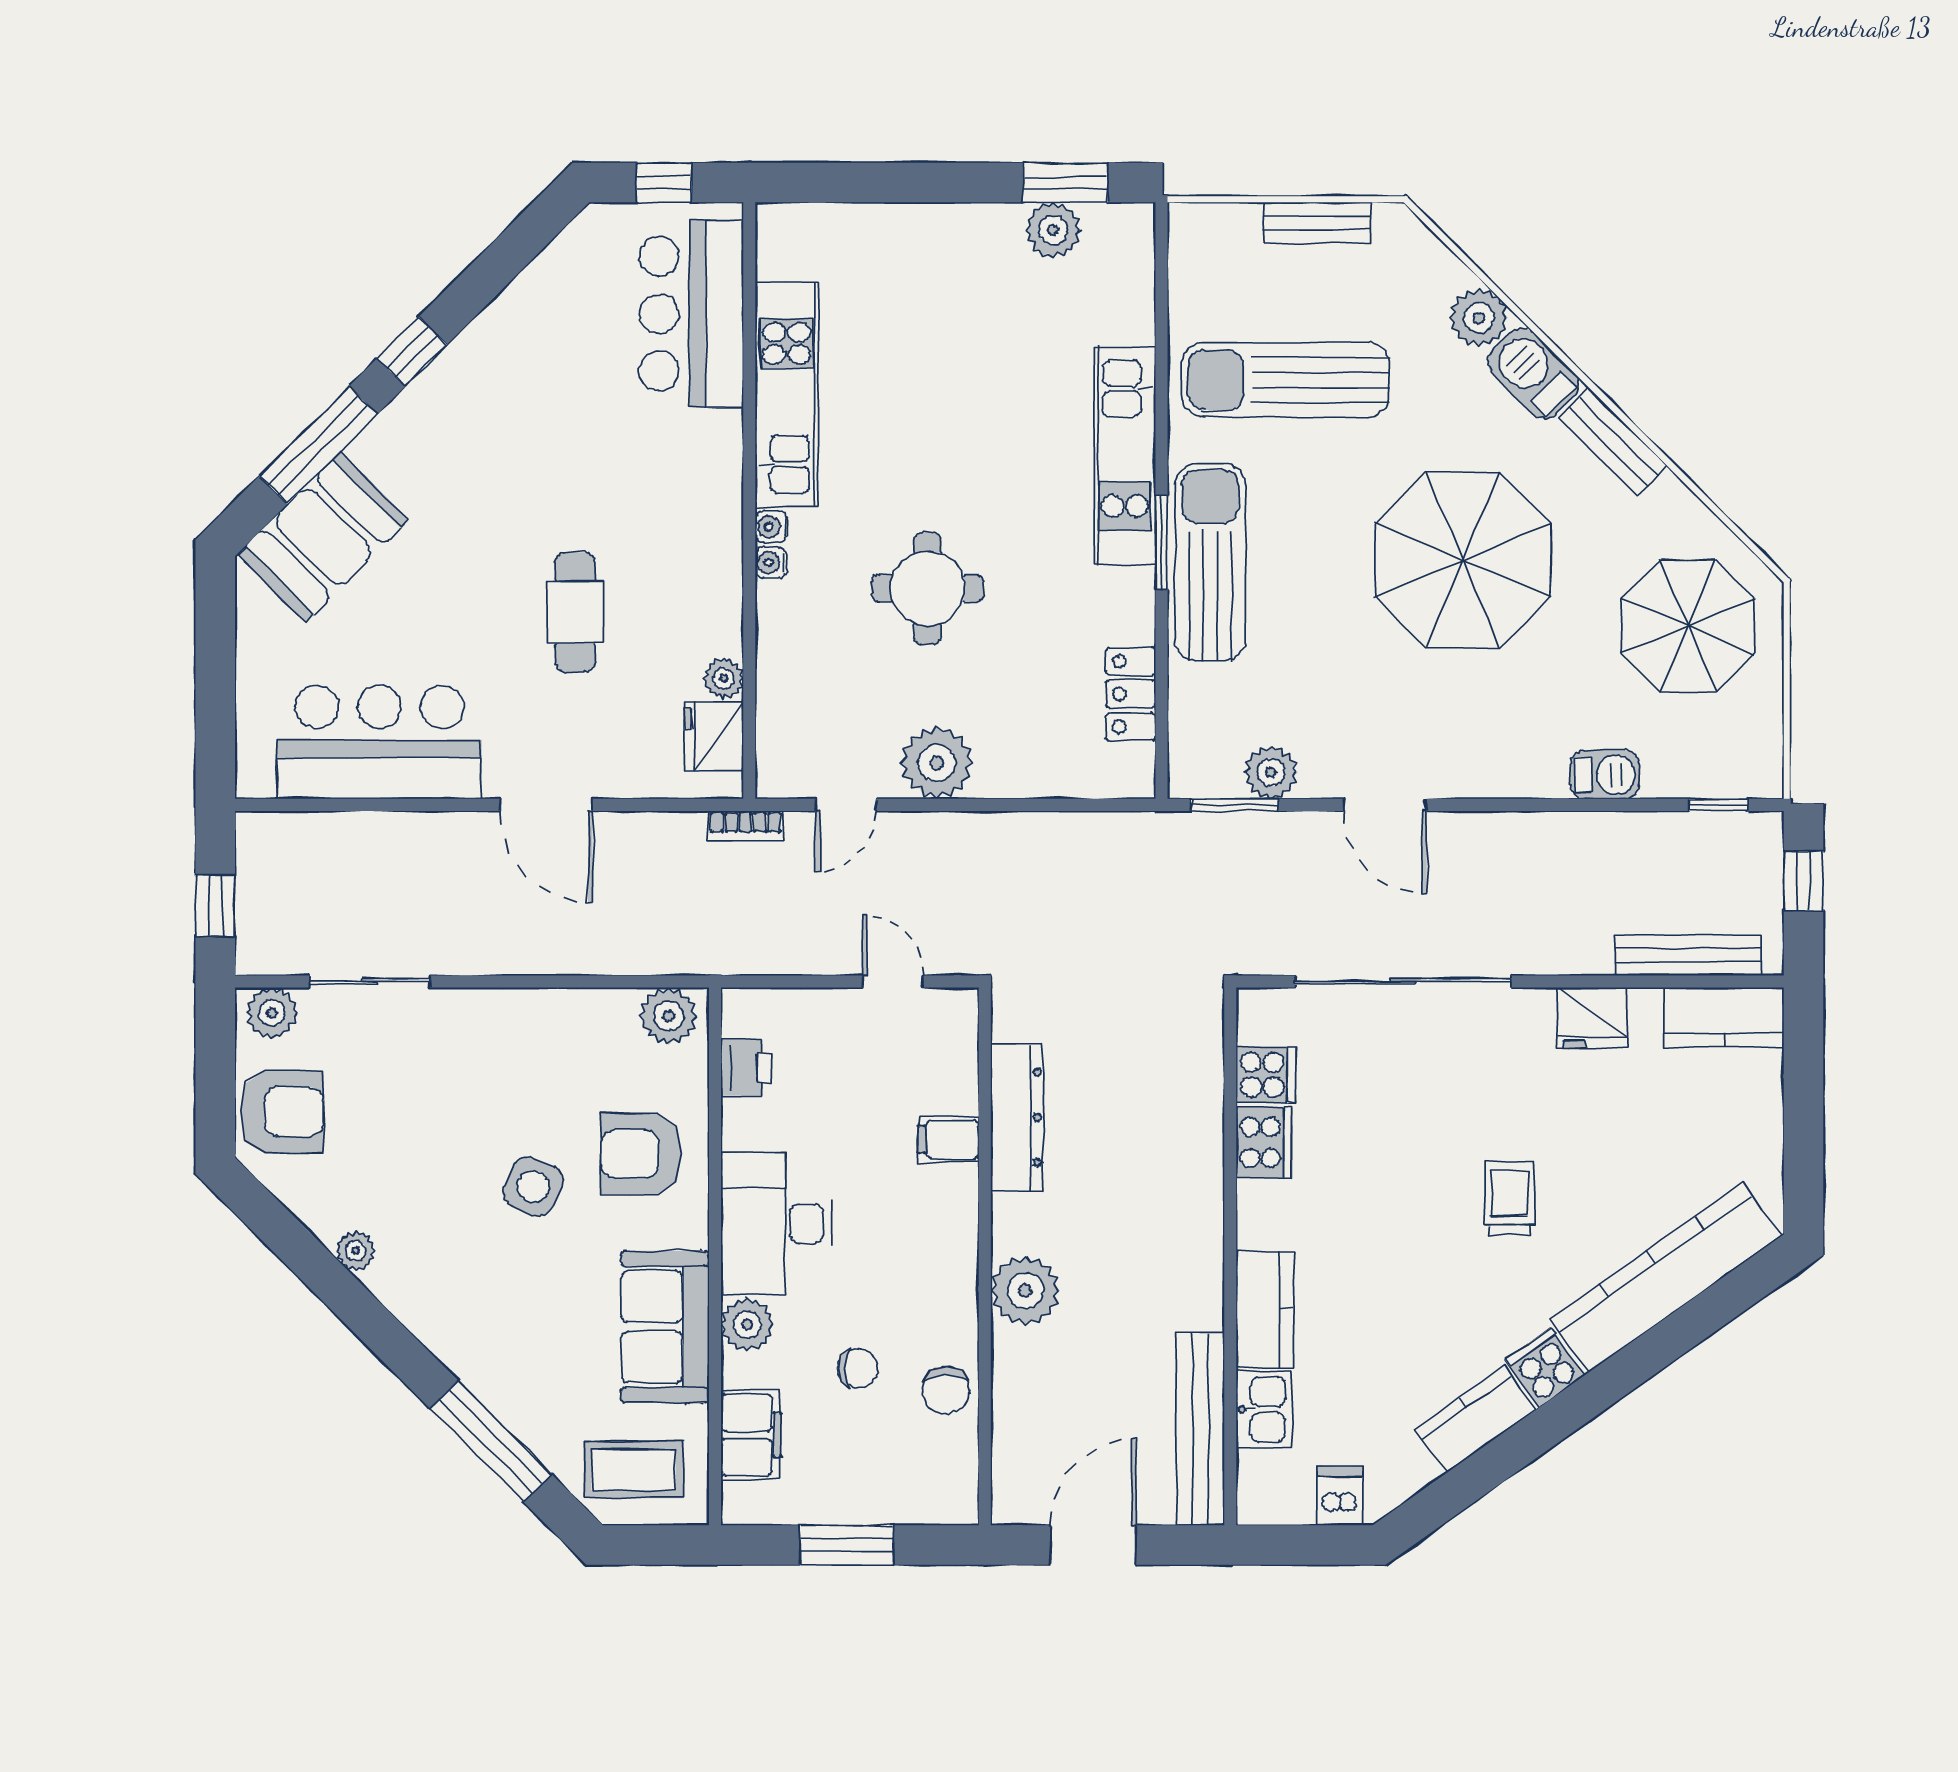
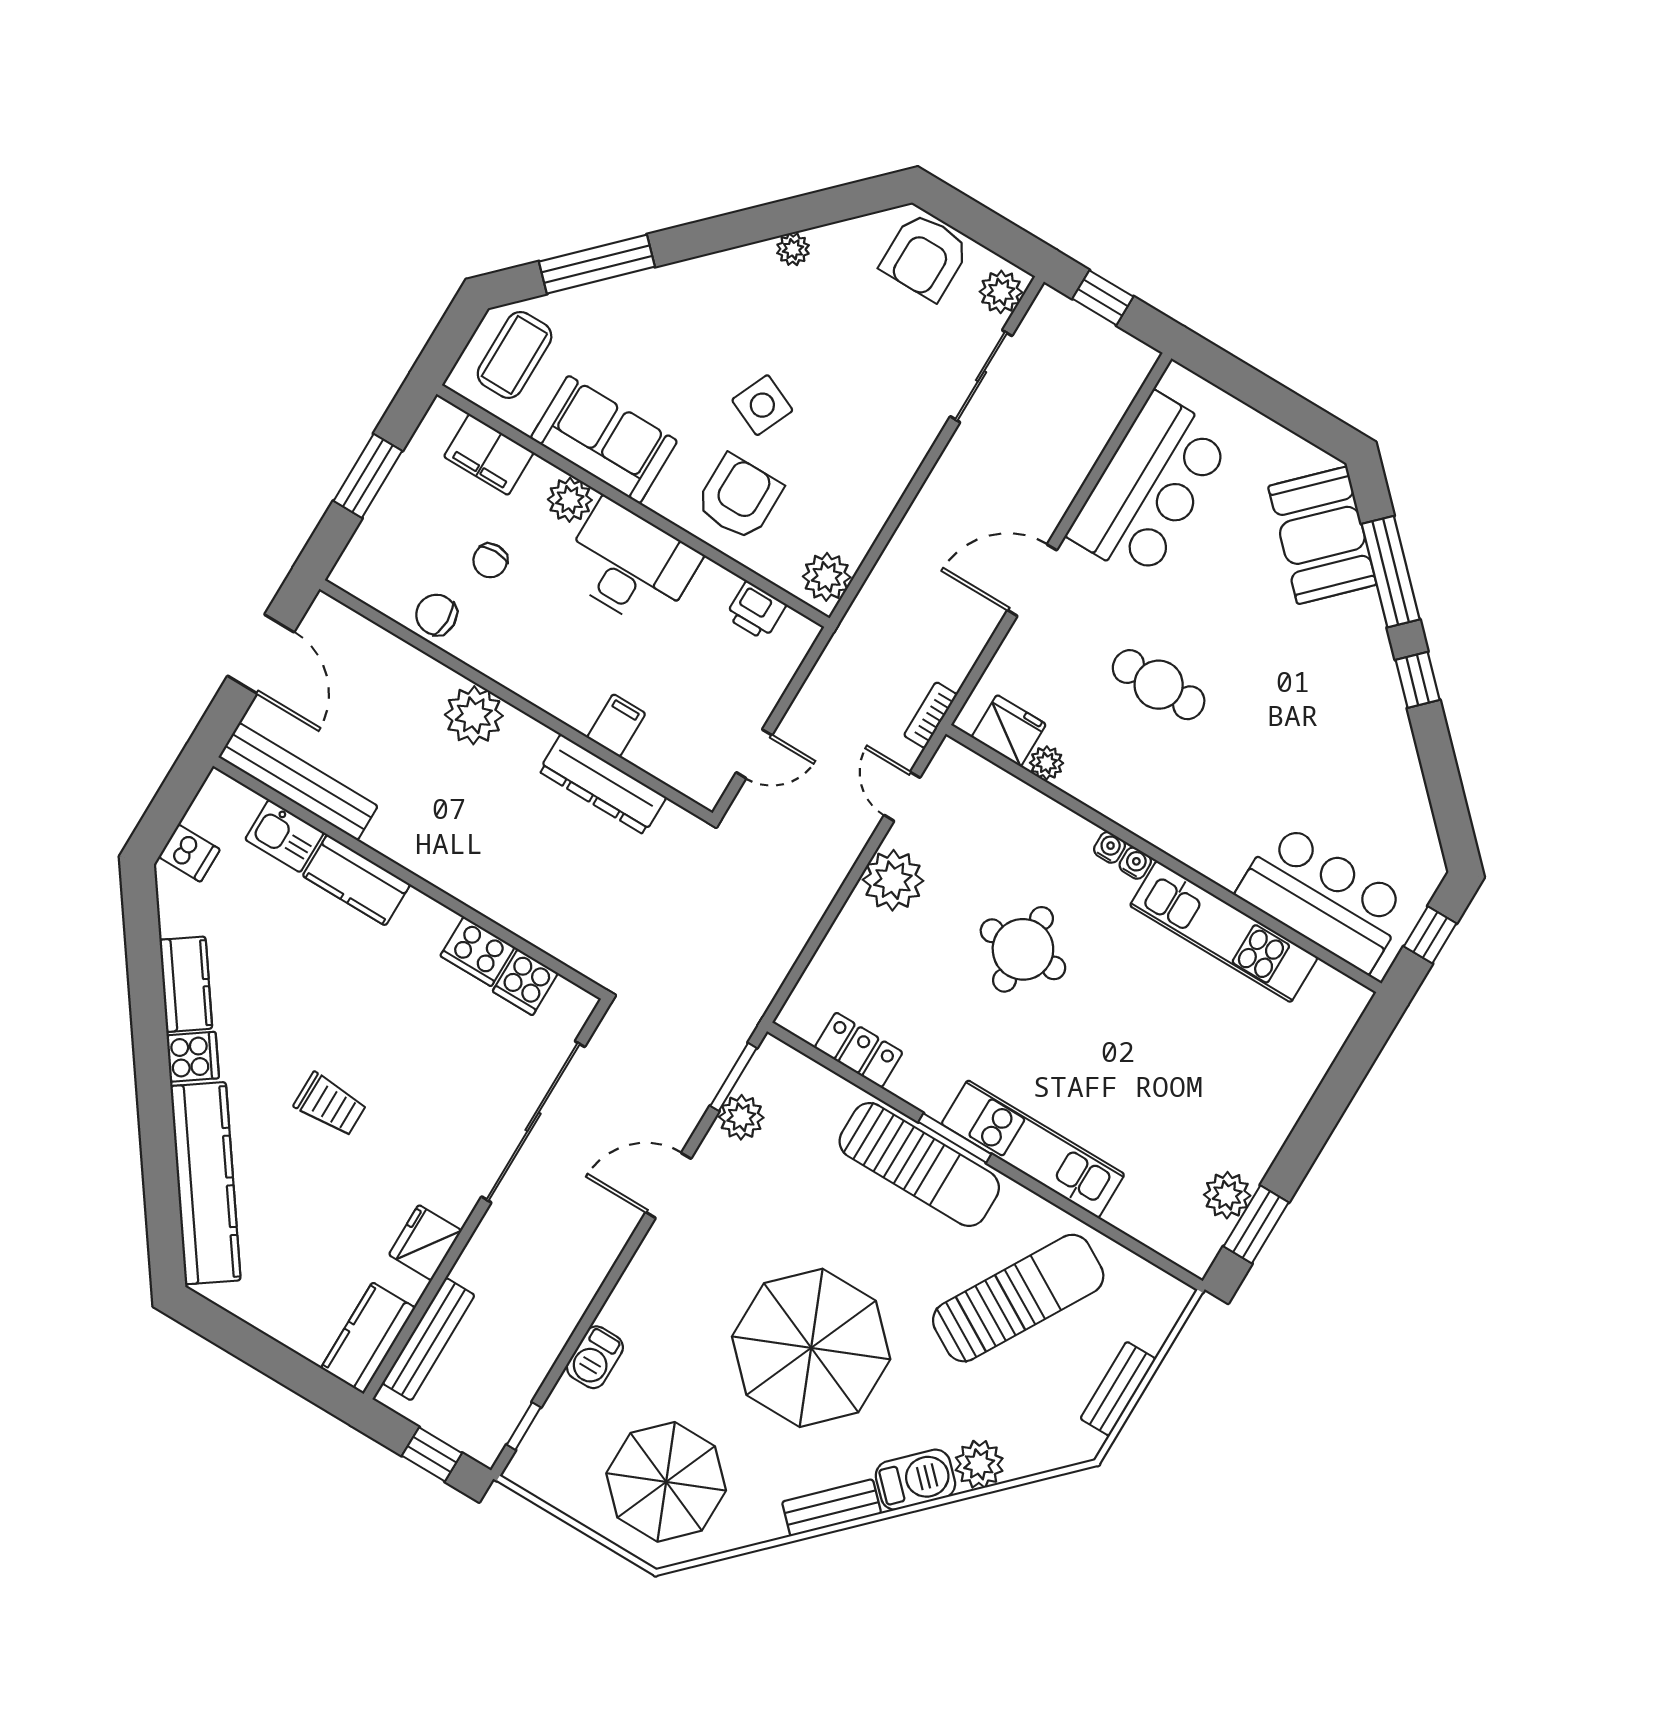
sun lounger: (1286, 380) -> (1018, 1298), turned 30

